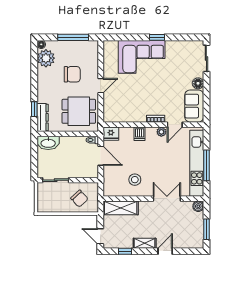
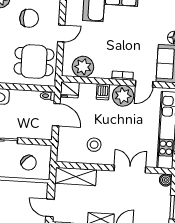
plant: (121, 113) -> (83, 67), added
plant: (161, 132) -> (123, 96), width x1.87, depth x1.87

